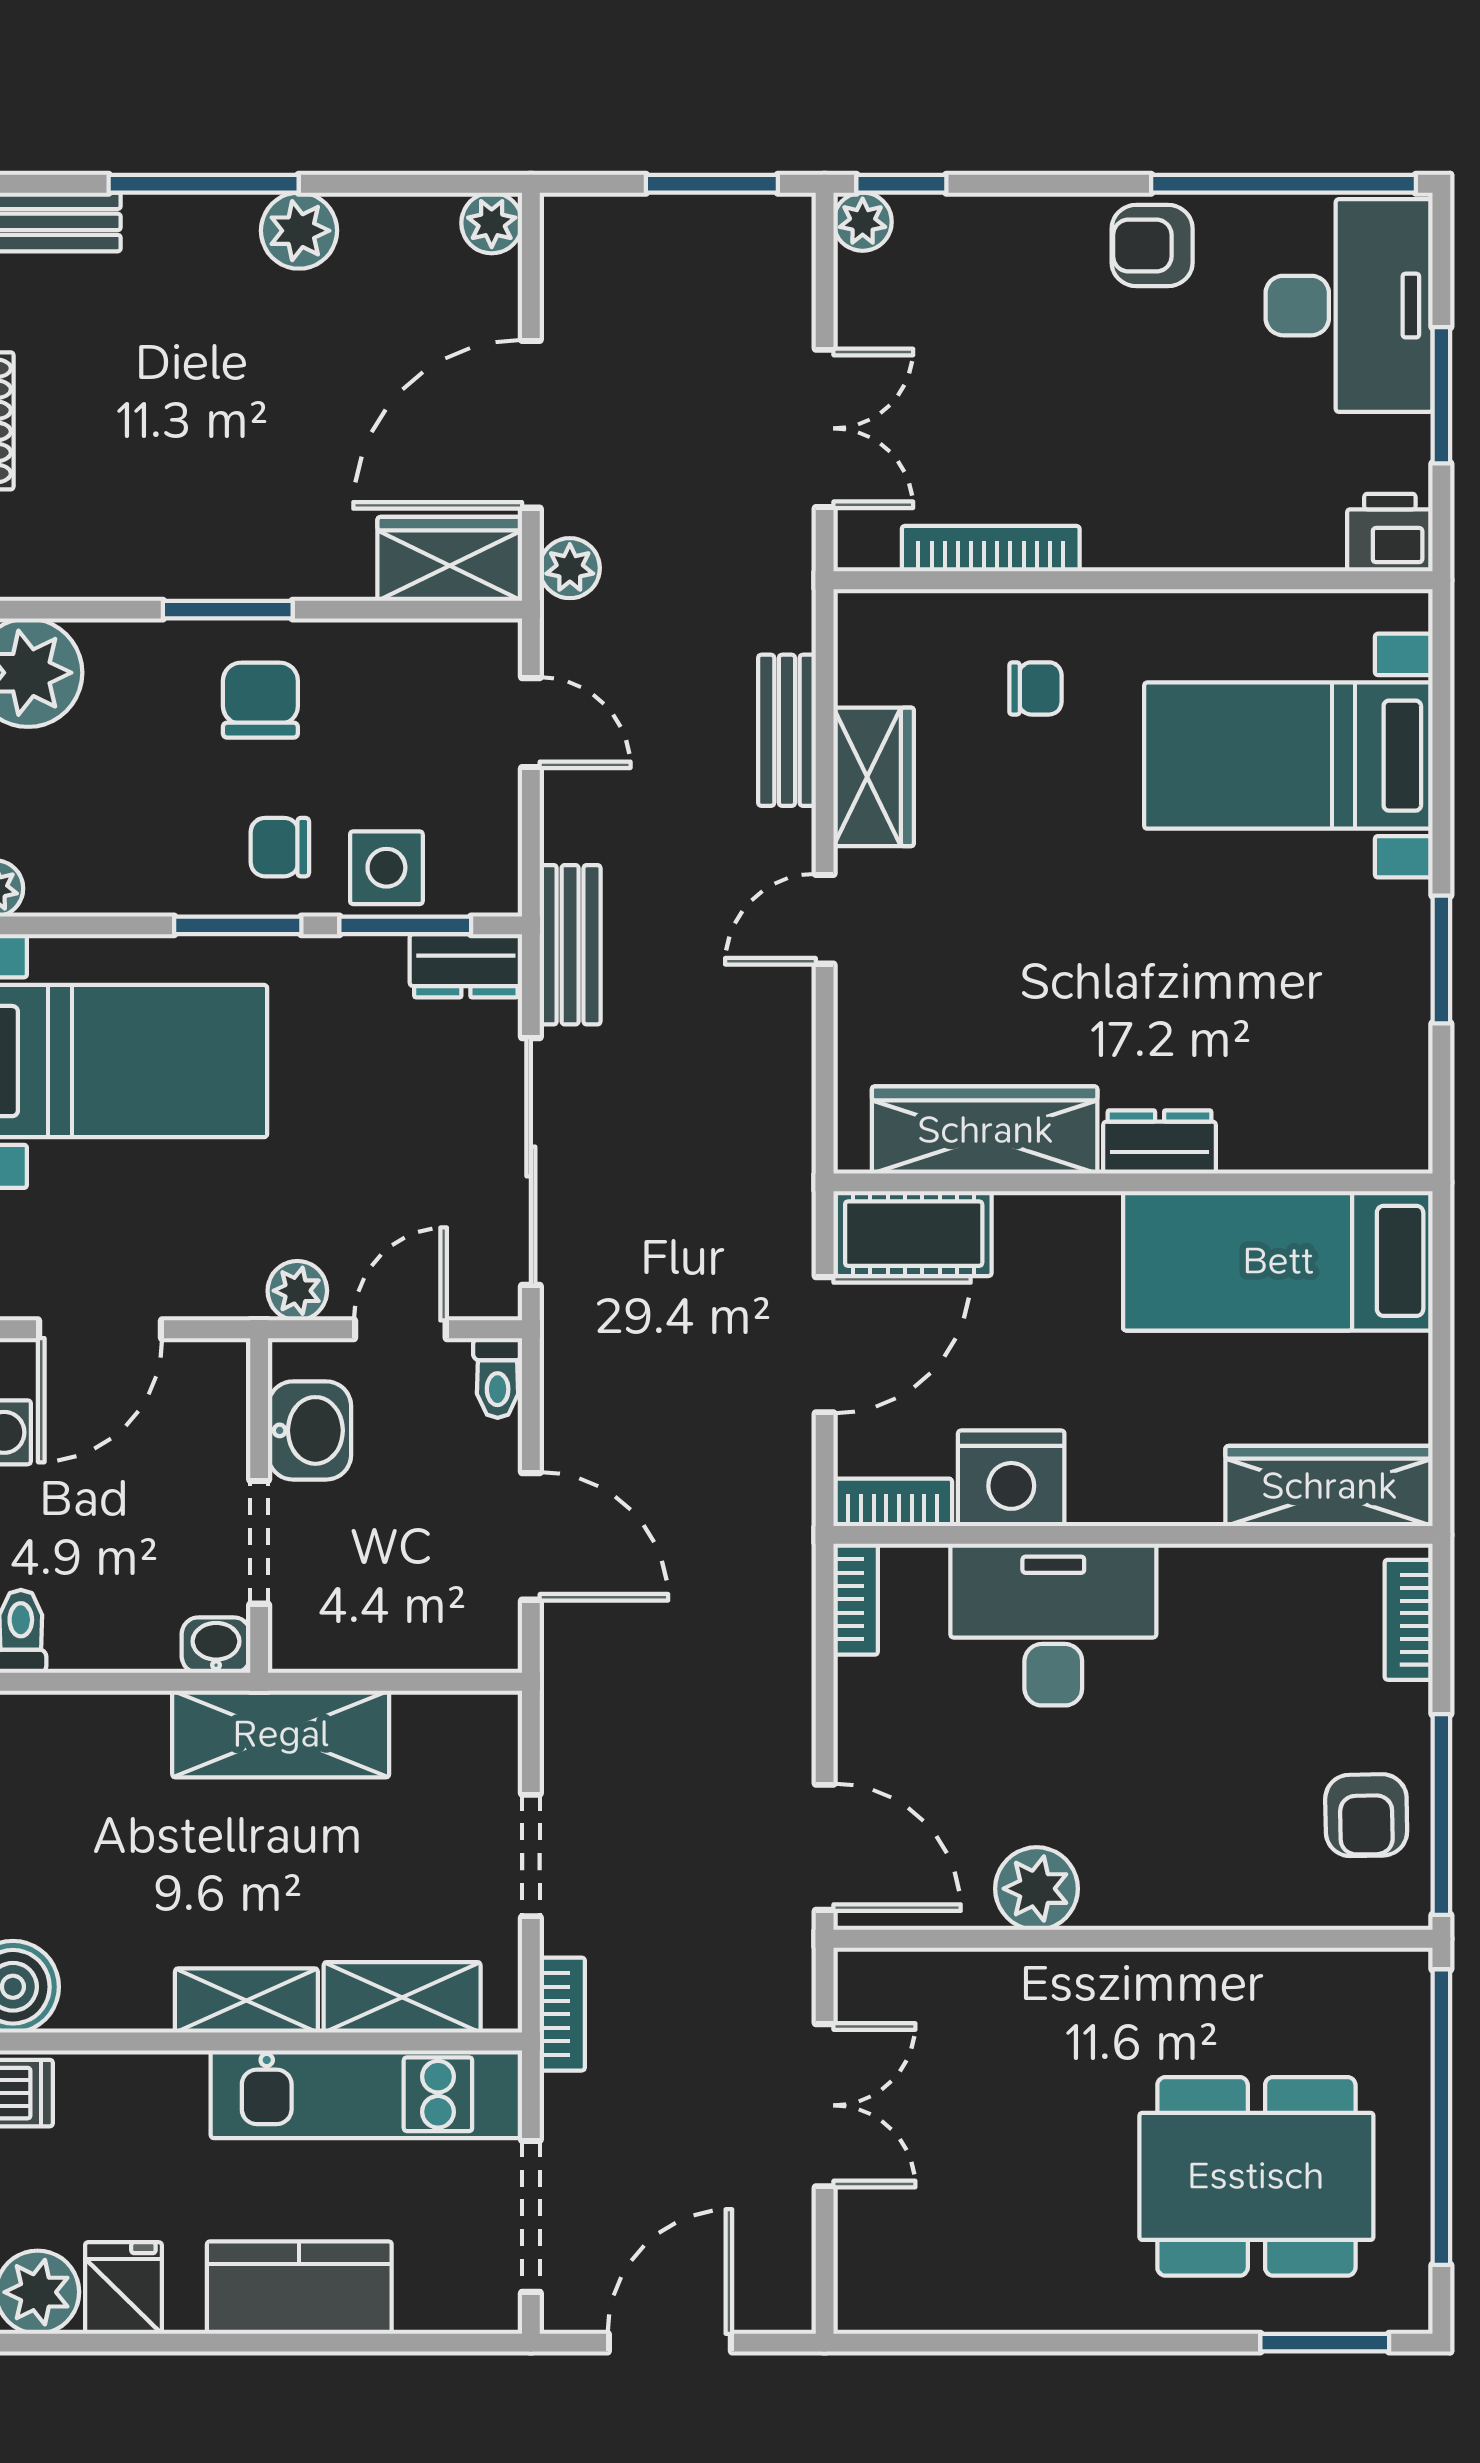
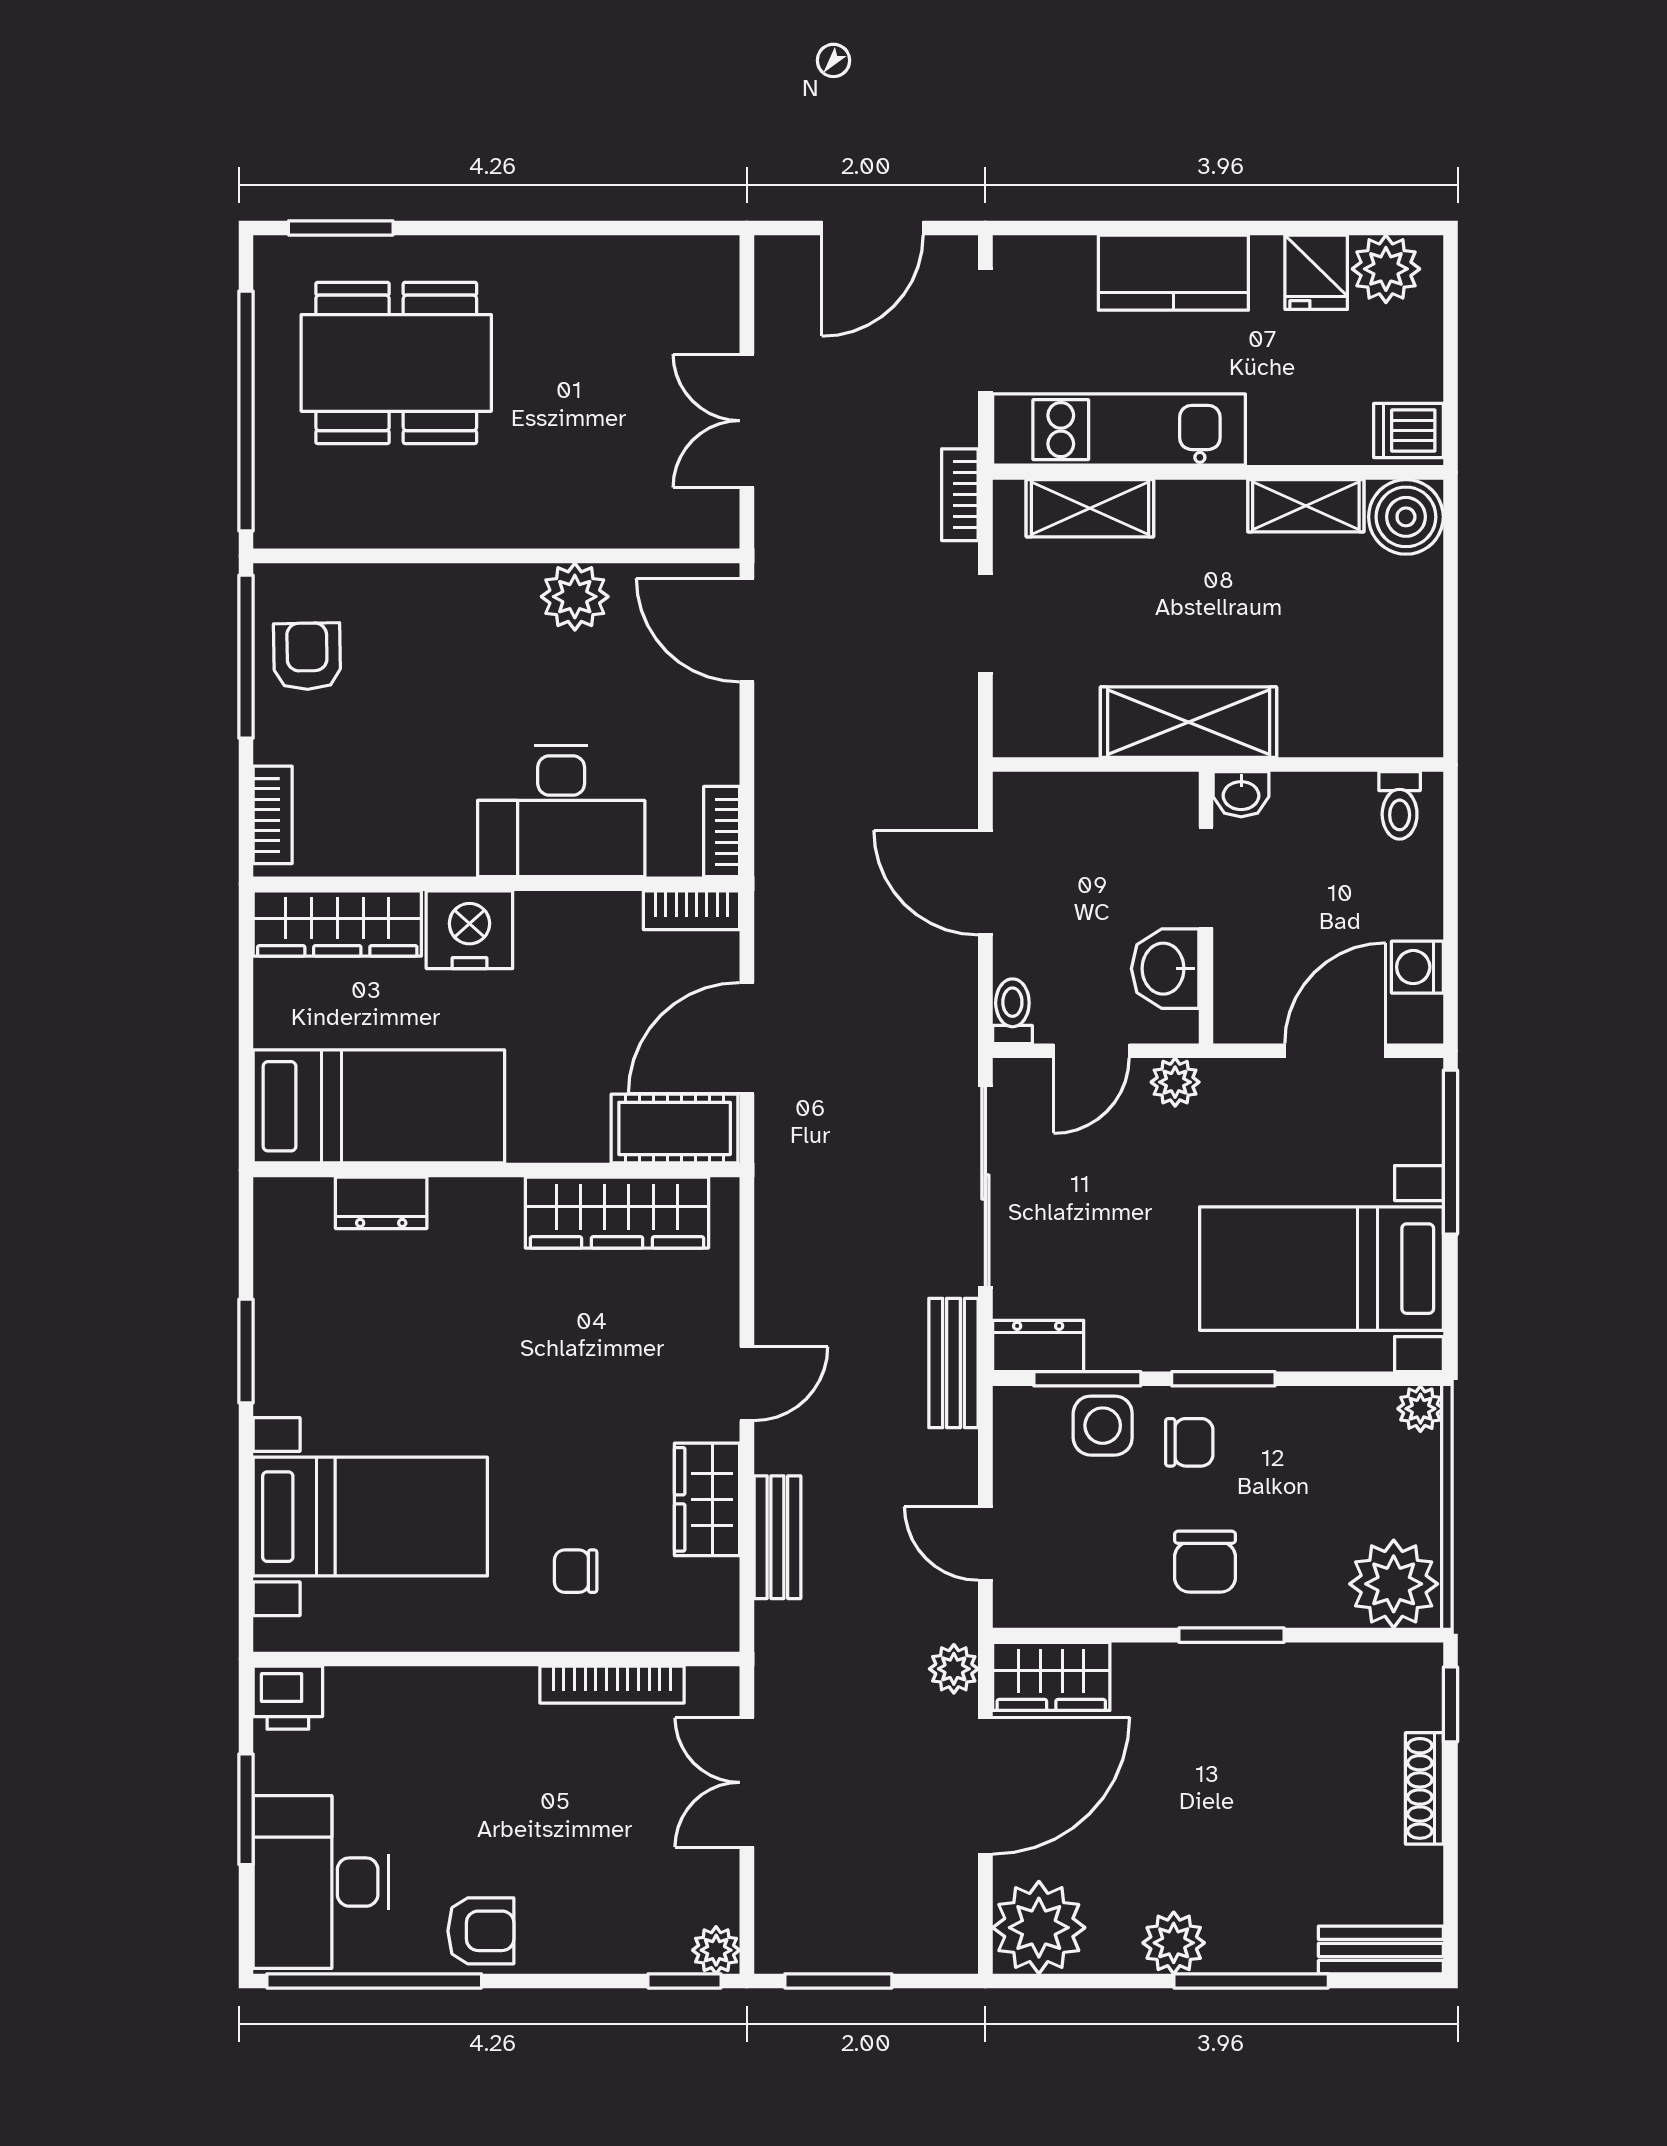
plant: (492, 223) -> (1039, 1928), width x1.88, depth x1.88
dresser: (1160, 1142) -> (381, 1203), moved
nightstand: (1011, 1478) -> (469, 930), moved
shelving: (246, 2001) -> (1306, 506), moved

